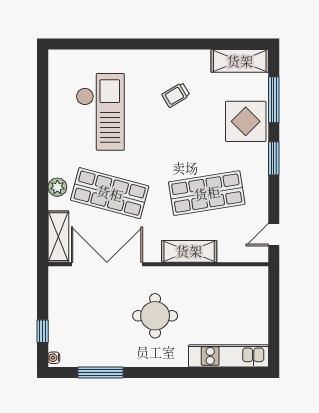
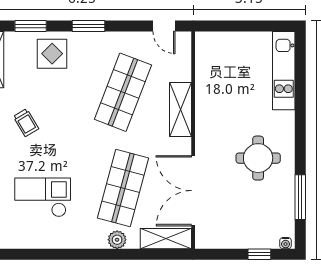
window: (274, 100) -> (31, 26), width x0.69
checkout: (100, 112) -> (43, 197), width x0.73, depth x0.83
display table: (246, 121) -> (52, 54), width x0.73, depth x0.73
shop shelf: (207, 193) -> (123, 92), turned 30
round table: (155, 316) -> (258, 158), moved

